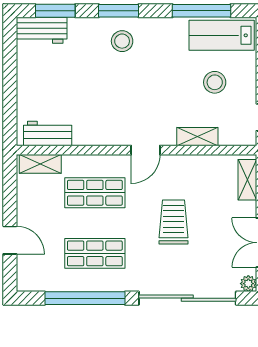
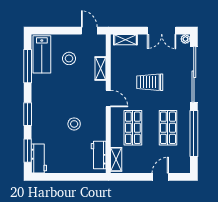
stool: (122, 41) -> (74, 124), moved

